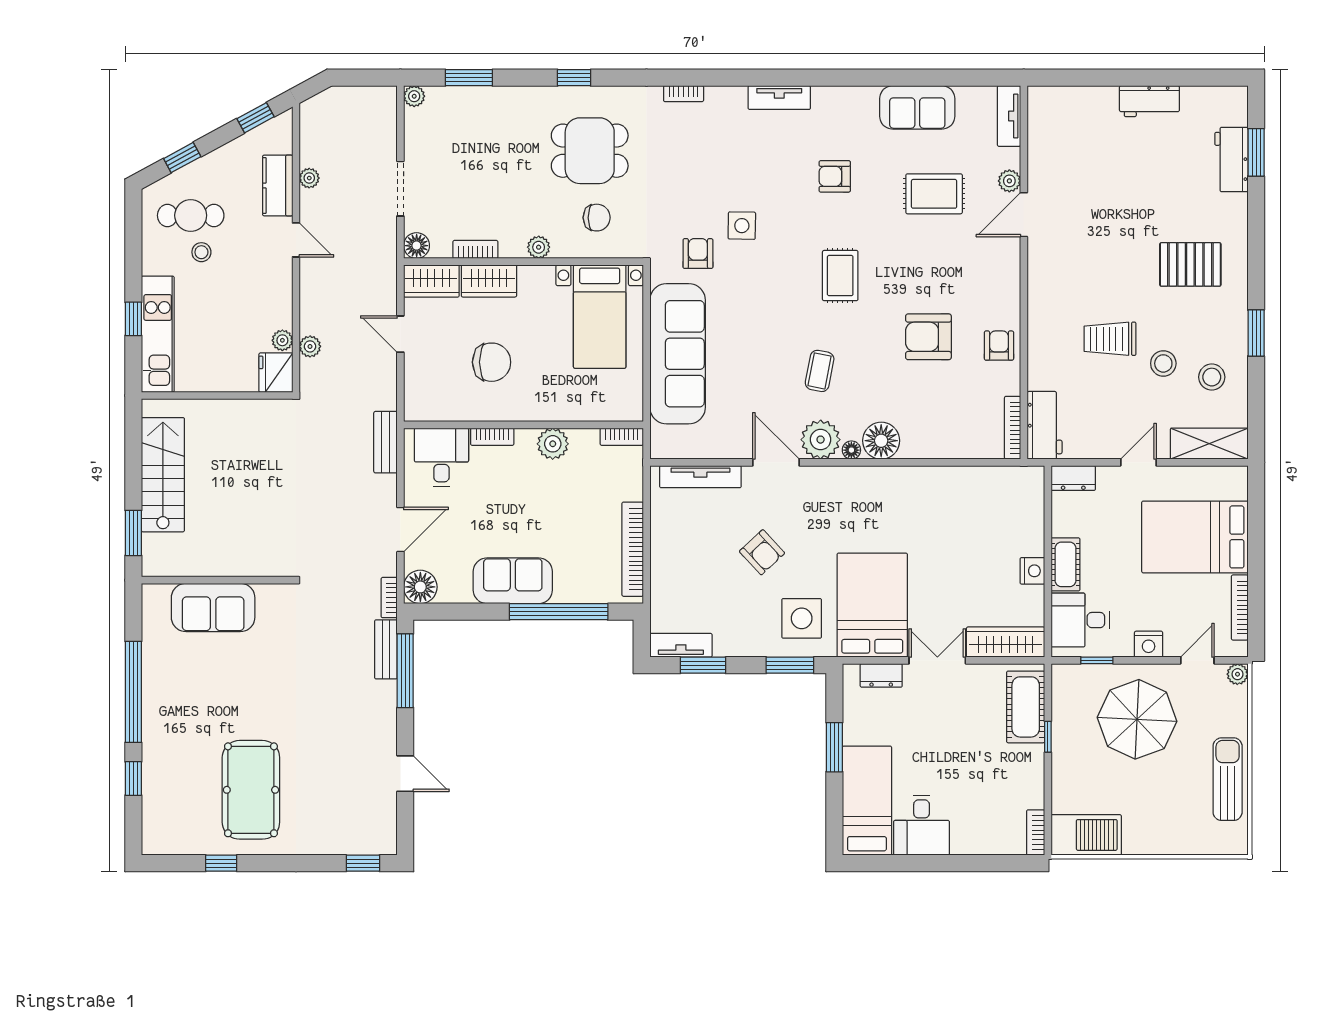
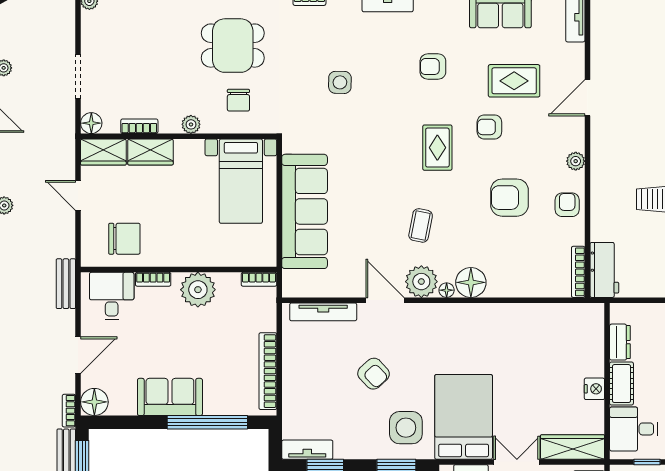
plant: (1009, 181) -> (576, 161), moved
chair: (597, 218) -> (238, 100), turned 90
side table: (742, 226) -> (340, 82), moved
armchair: (698, 254) -> (489, 127), moved, turned -90
chair: (492, 362) -> (124, 239), moved
plant: (553, 444) -> (198, 290), width x1.36, depth x1.36
dresser: (1073, 478) -> (620, 342), moved, turned -90

